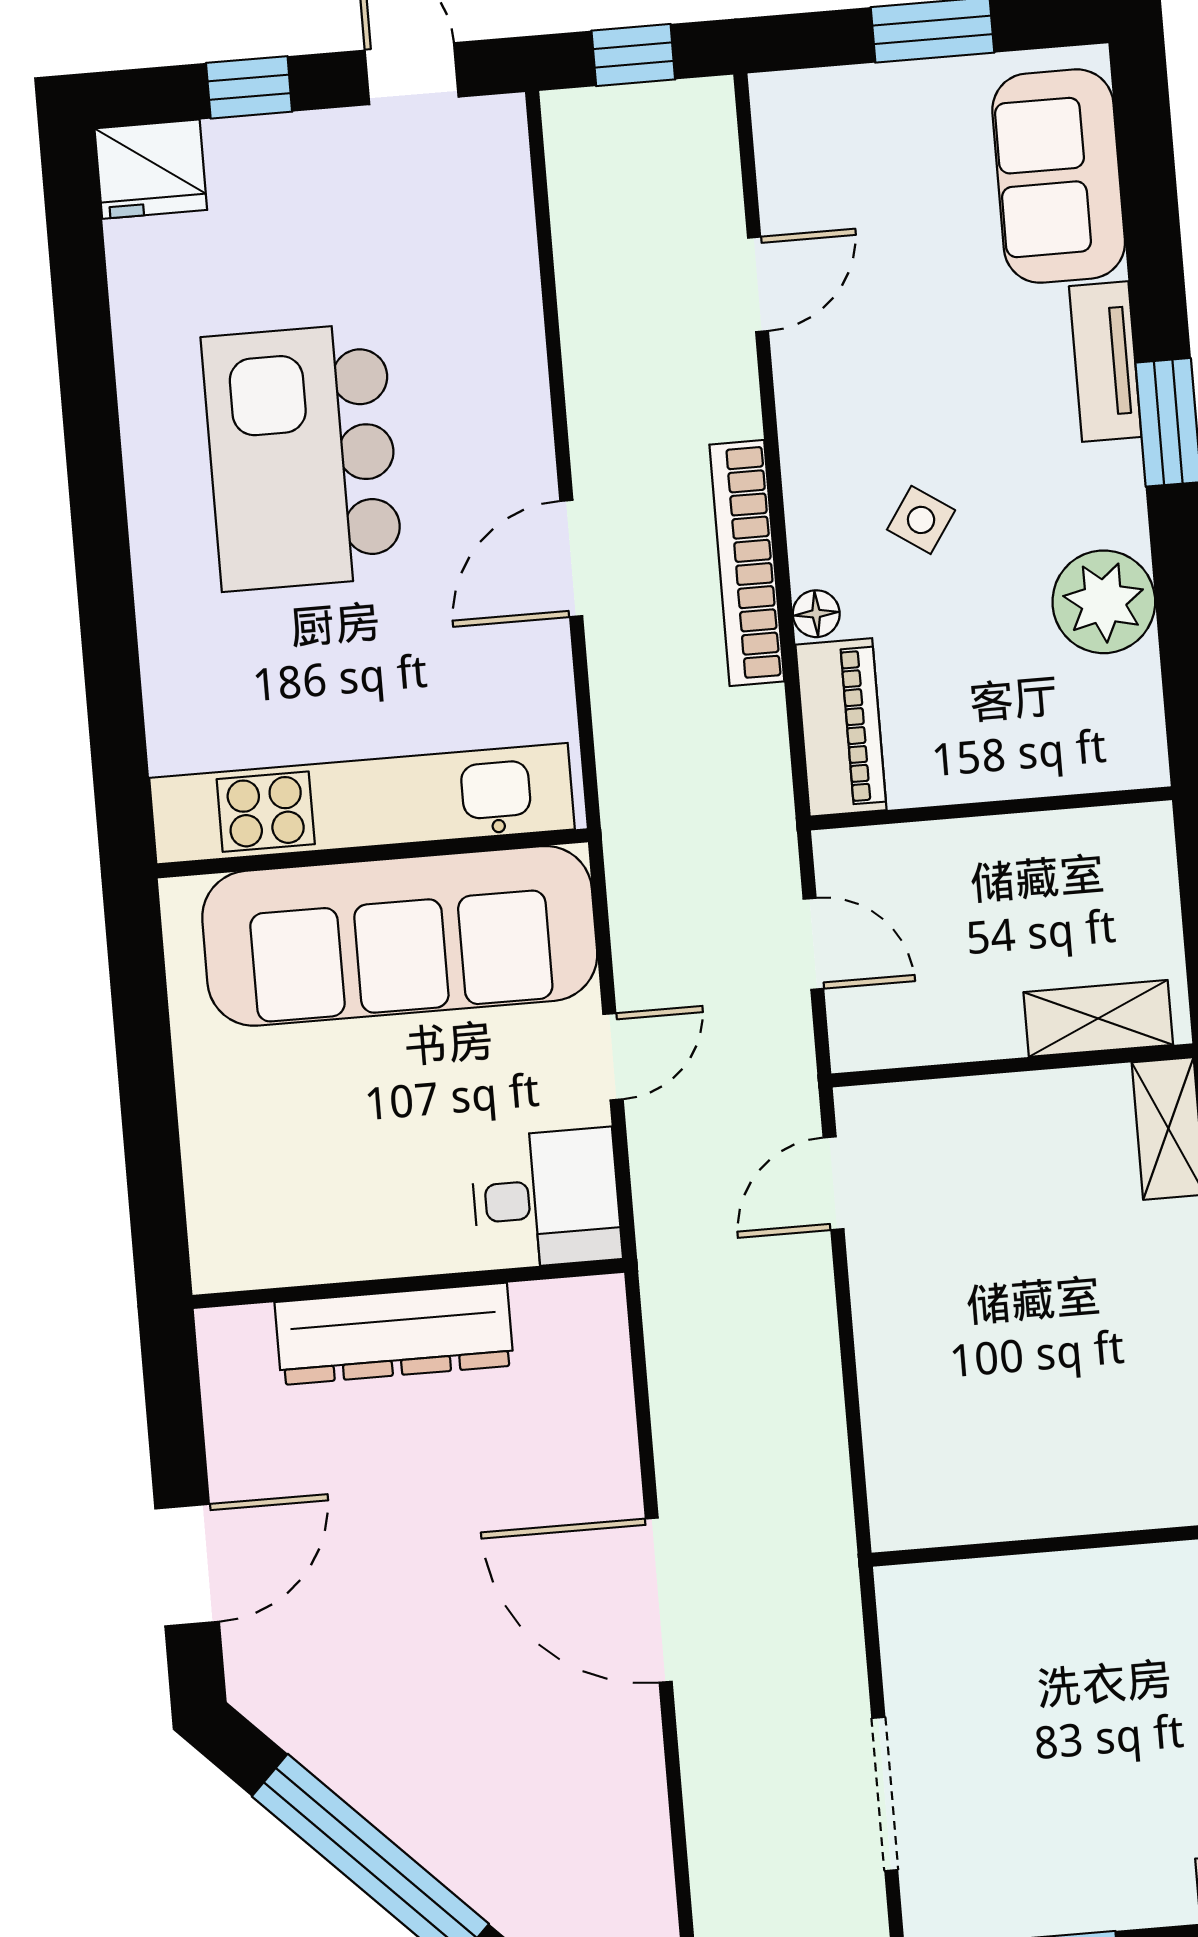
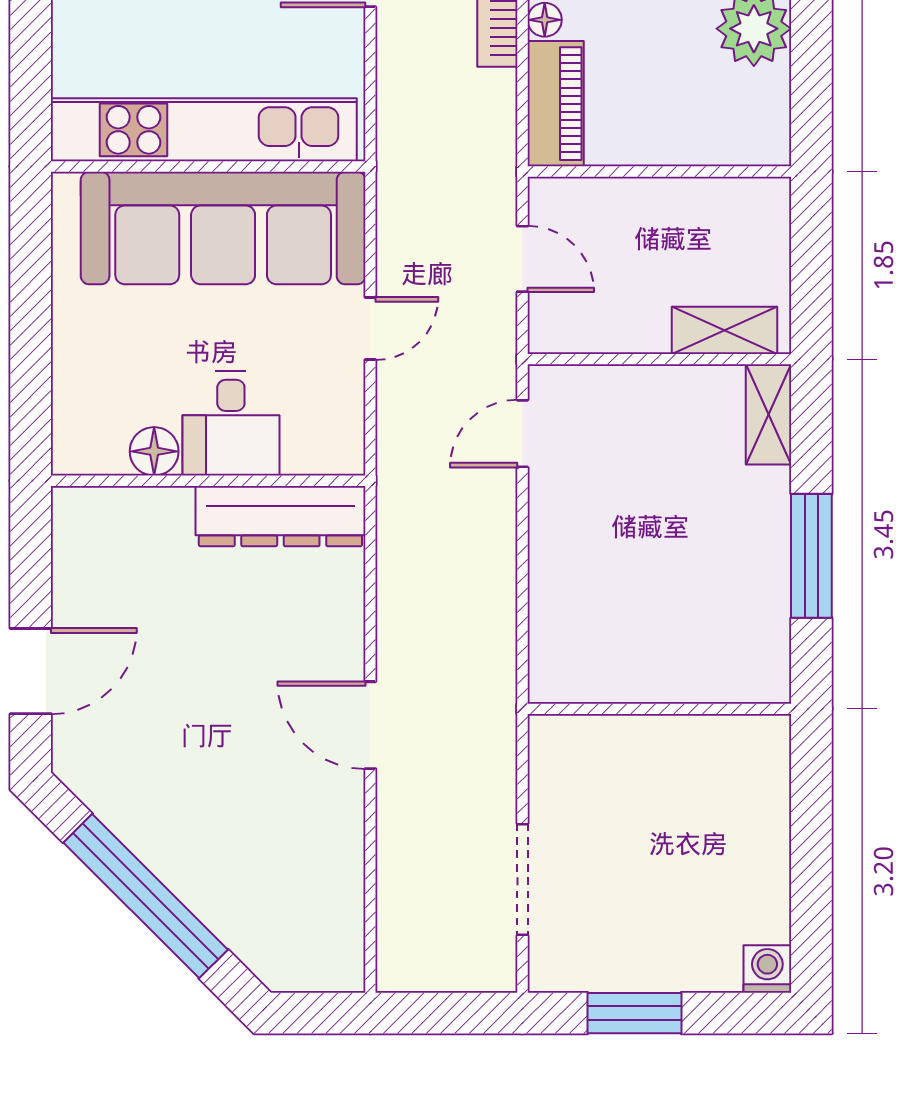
desk: (546, 1199) -> (231, 424), moved, turned 90
floor lamp: (331, 1250) -> (154, 451), added
dresser: (394, 1334) -> (280, 516), moved
door: (659, 1600) -> (370, 725), width x0.73

